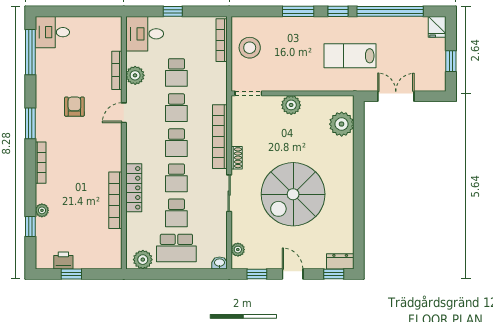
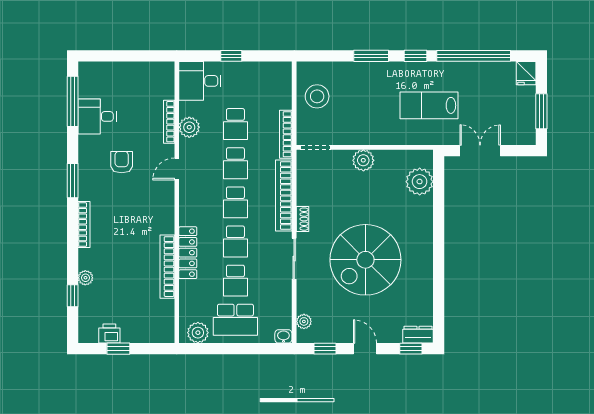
desk: (52, 32) -> (97, 116), moved
bookcase: (222, 40) -> (286, 134), moved
window: (451, 61) -> (541, 111), width x1.50

